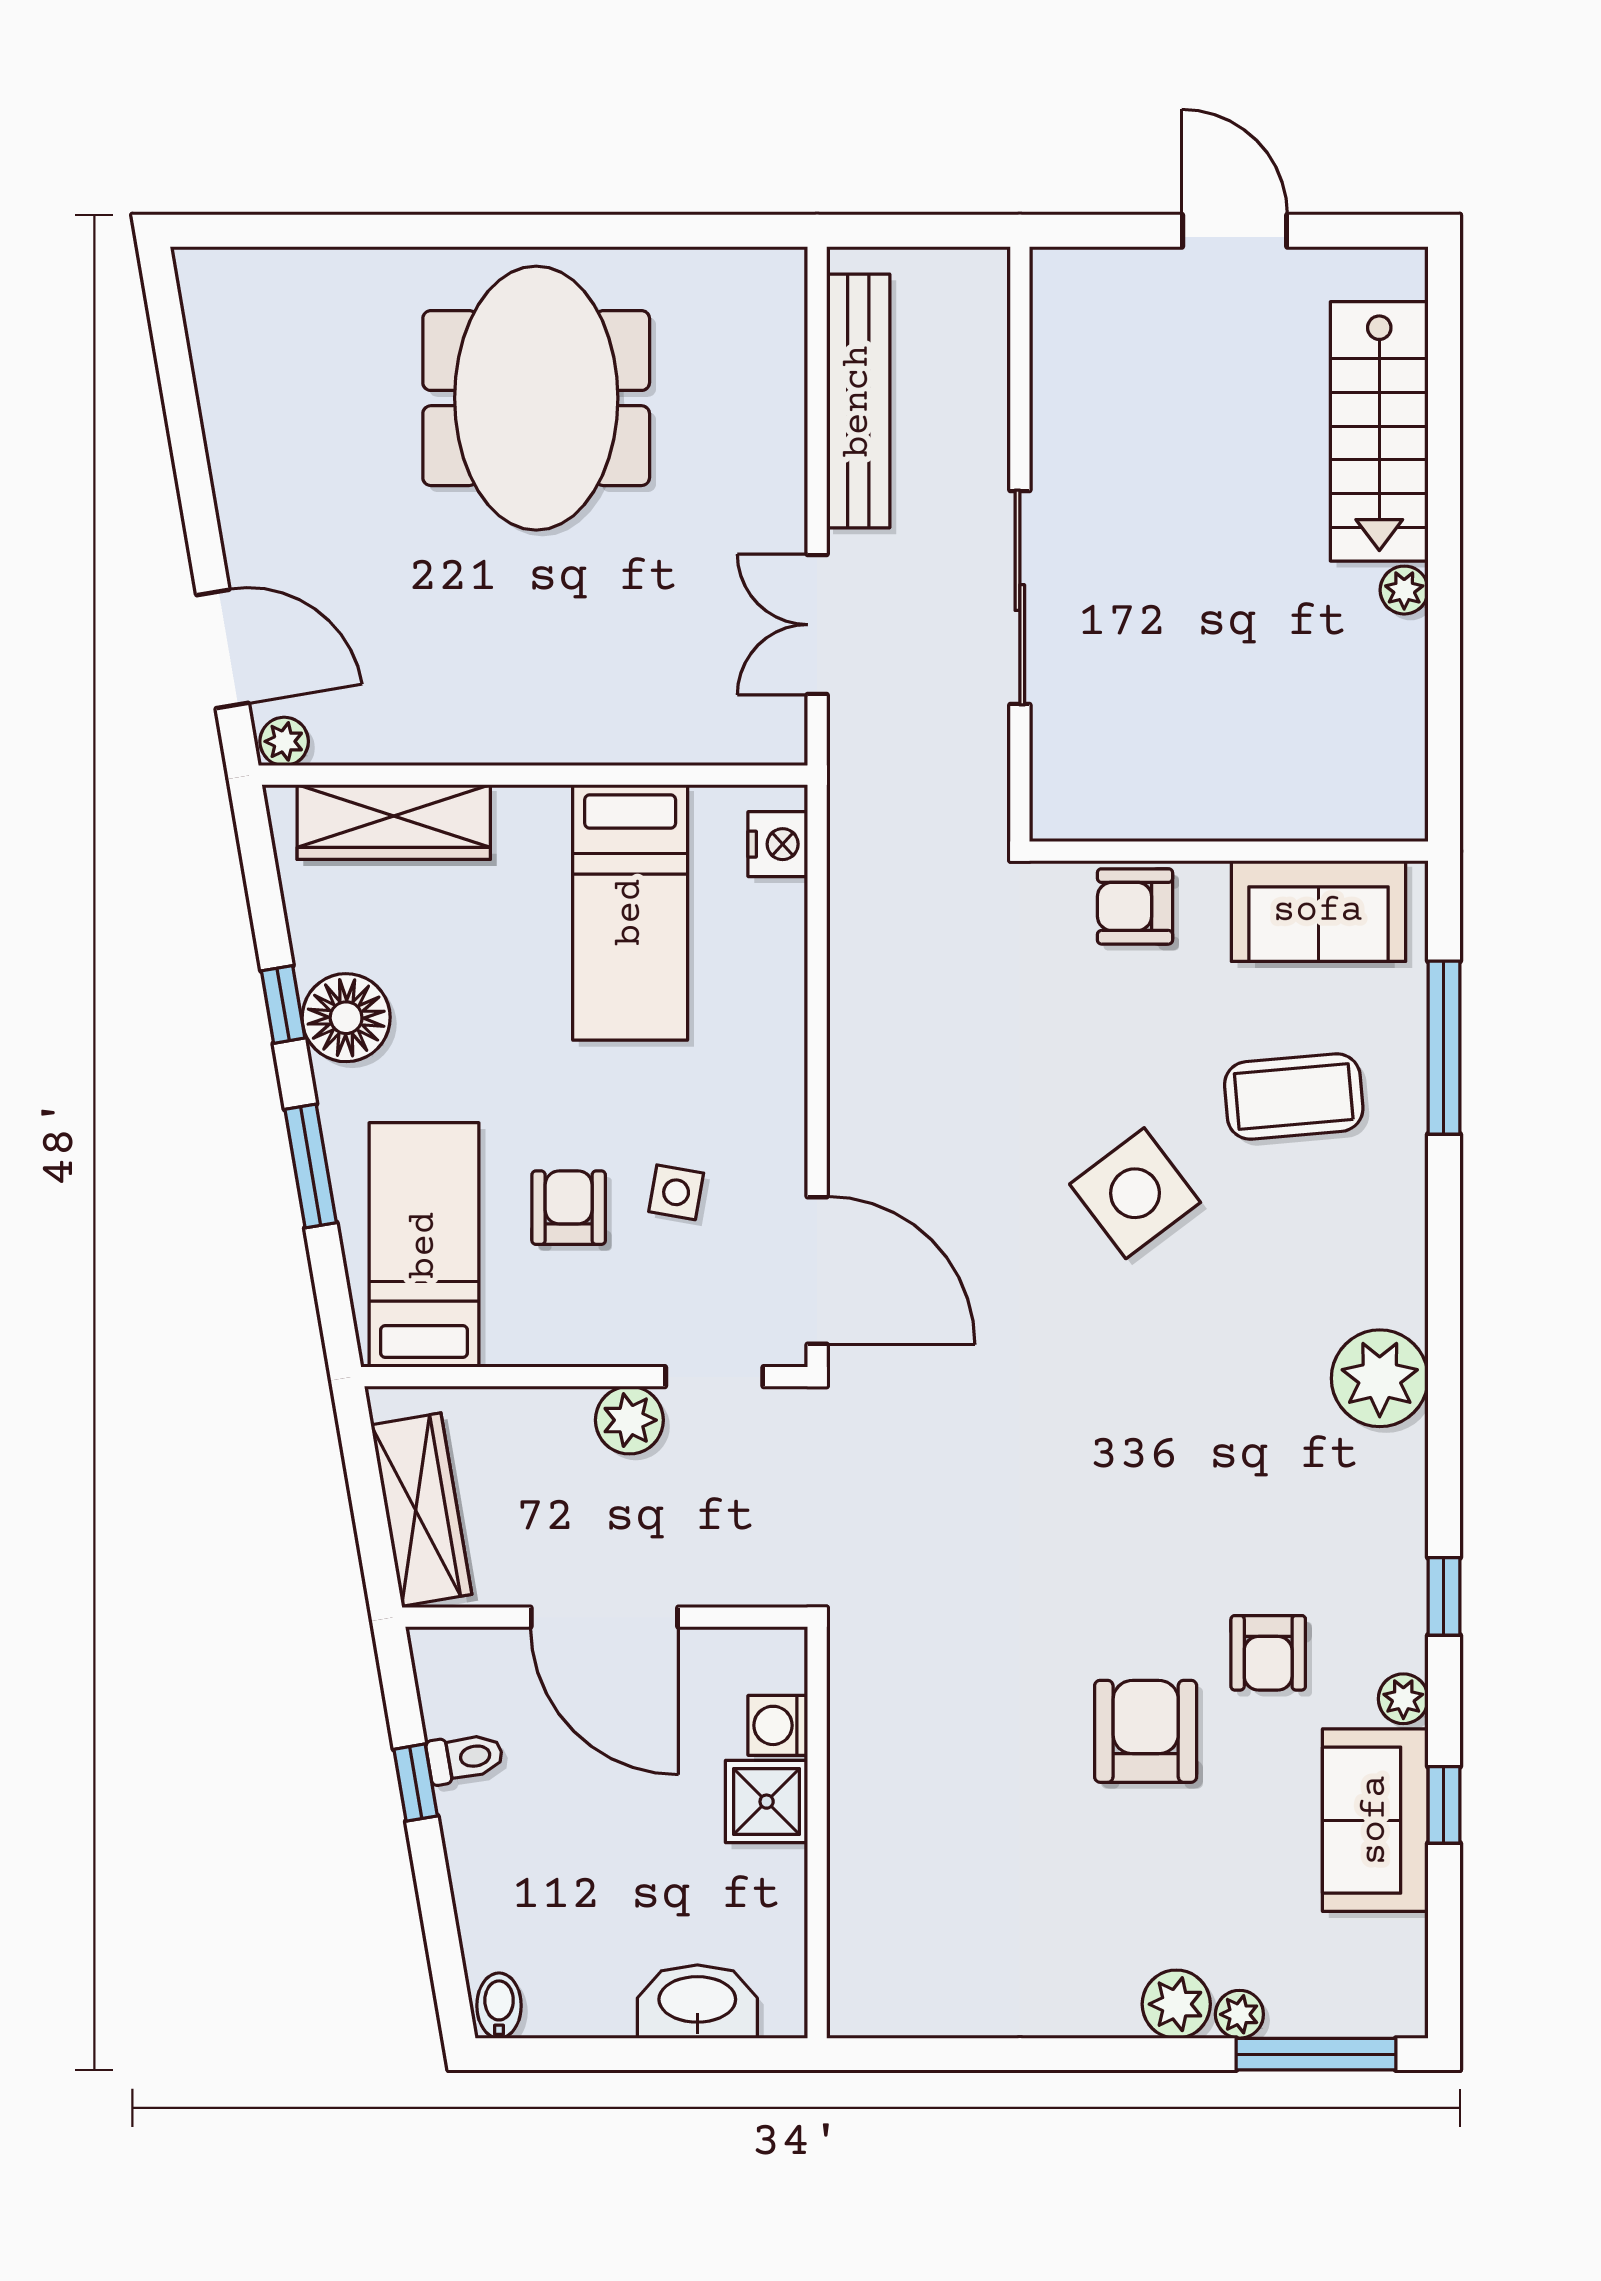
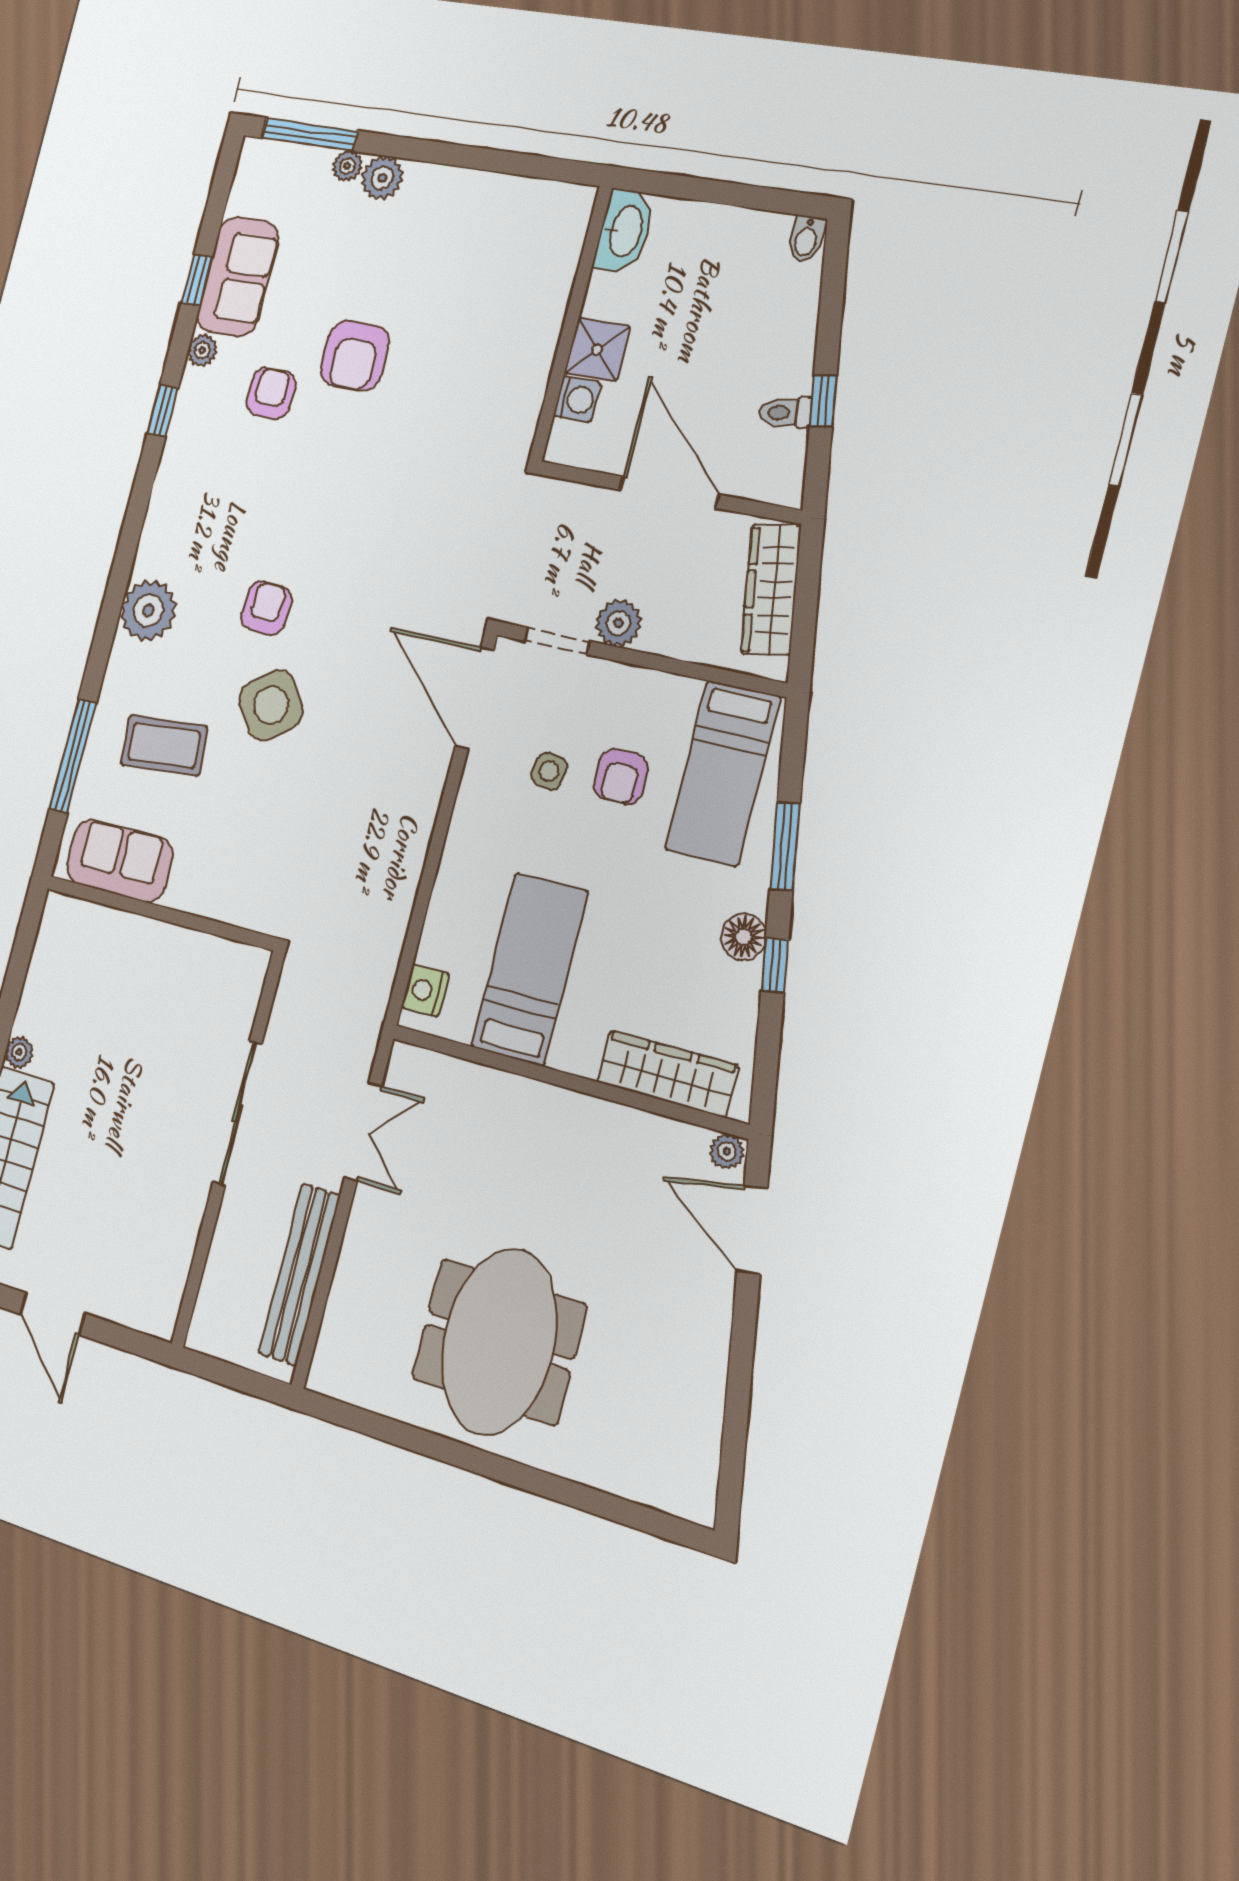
armchair: (1135, 906) -> (266, 608), moved, turned -86
floor lamp: (346, 1018) -> (743, 937), width x0.73, depth x0.73
plant: (1380, 1378) -> (148, 611), moved
washbasin: (697, 2002) -> (625, 231), moved, turned -90

